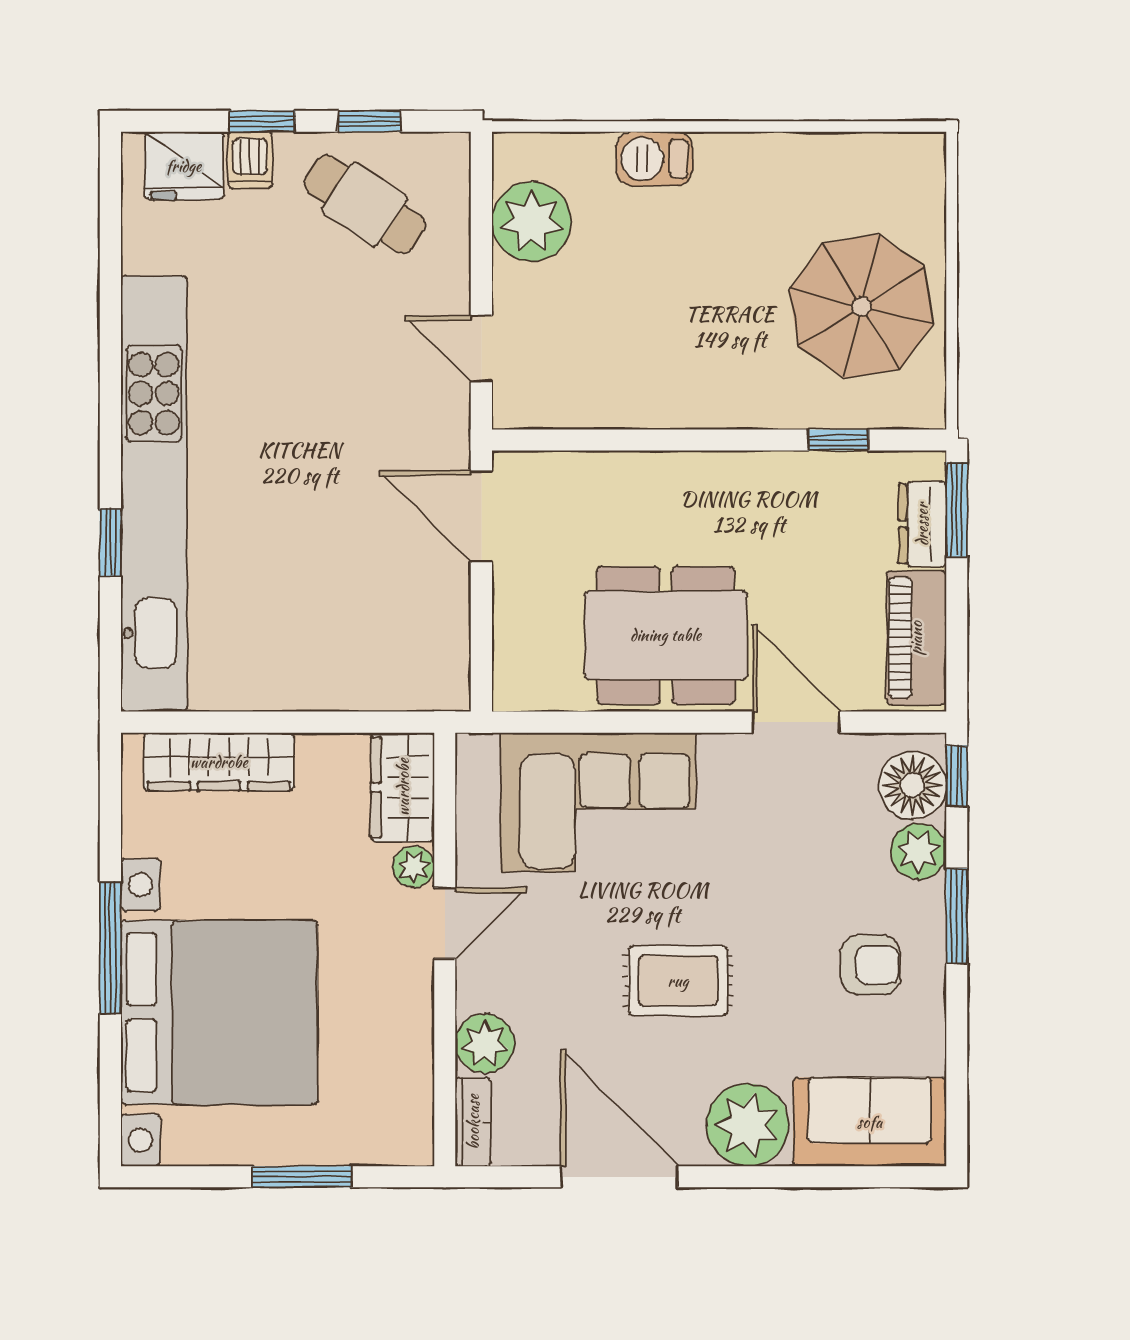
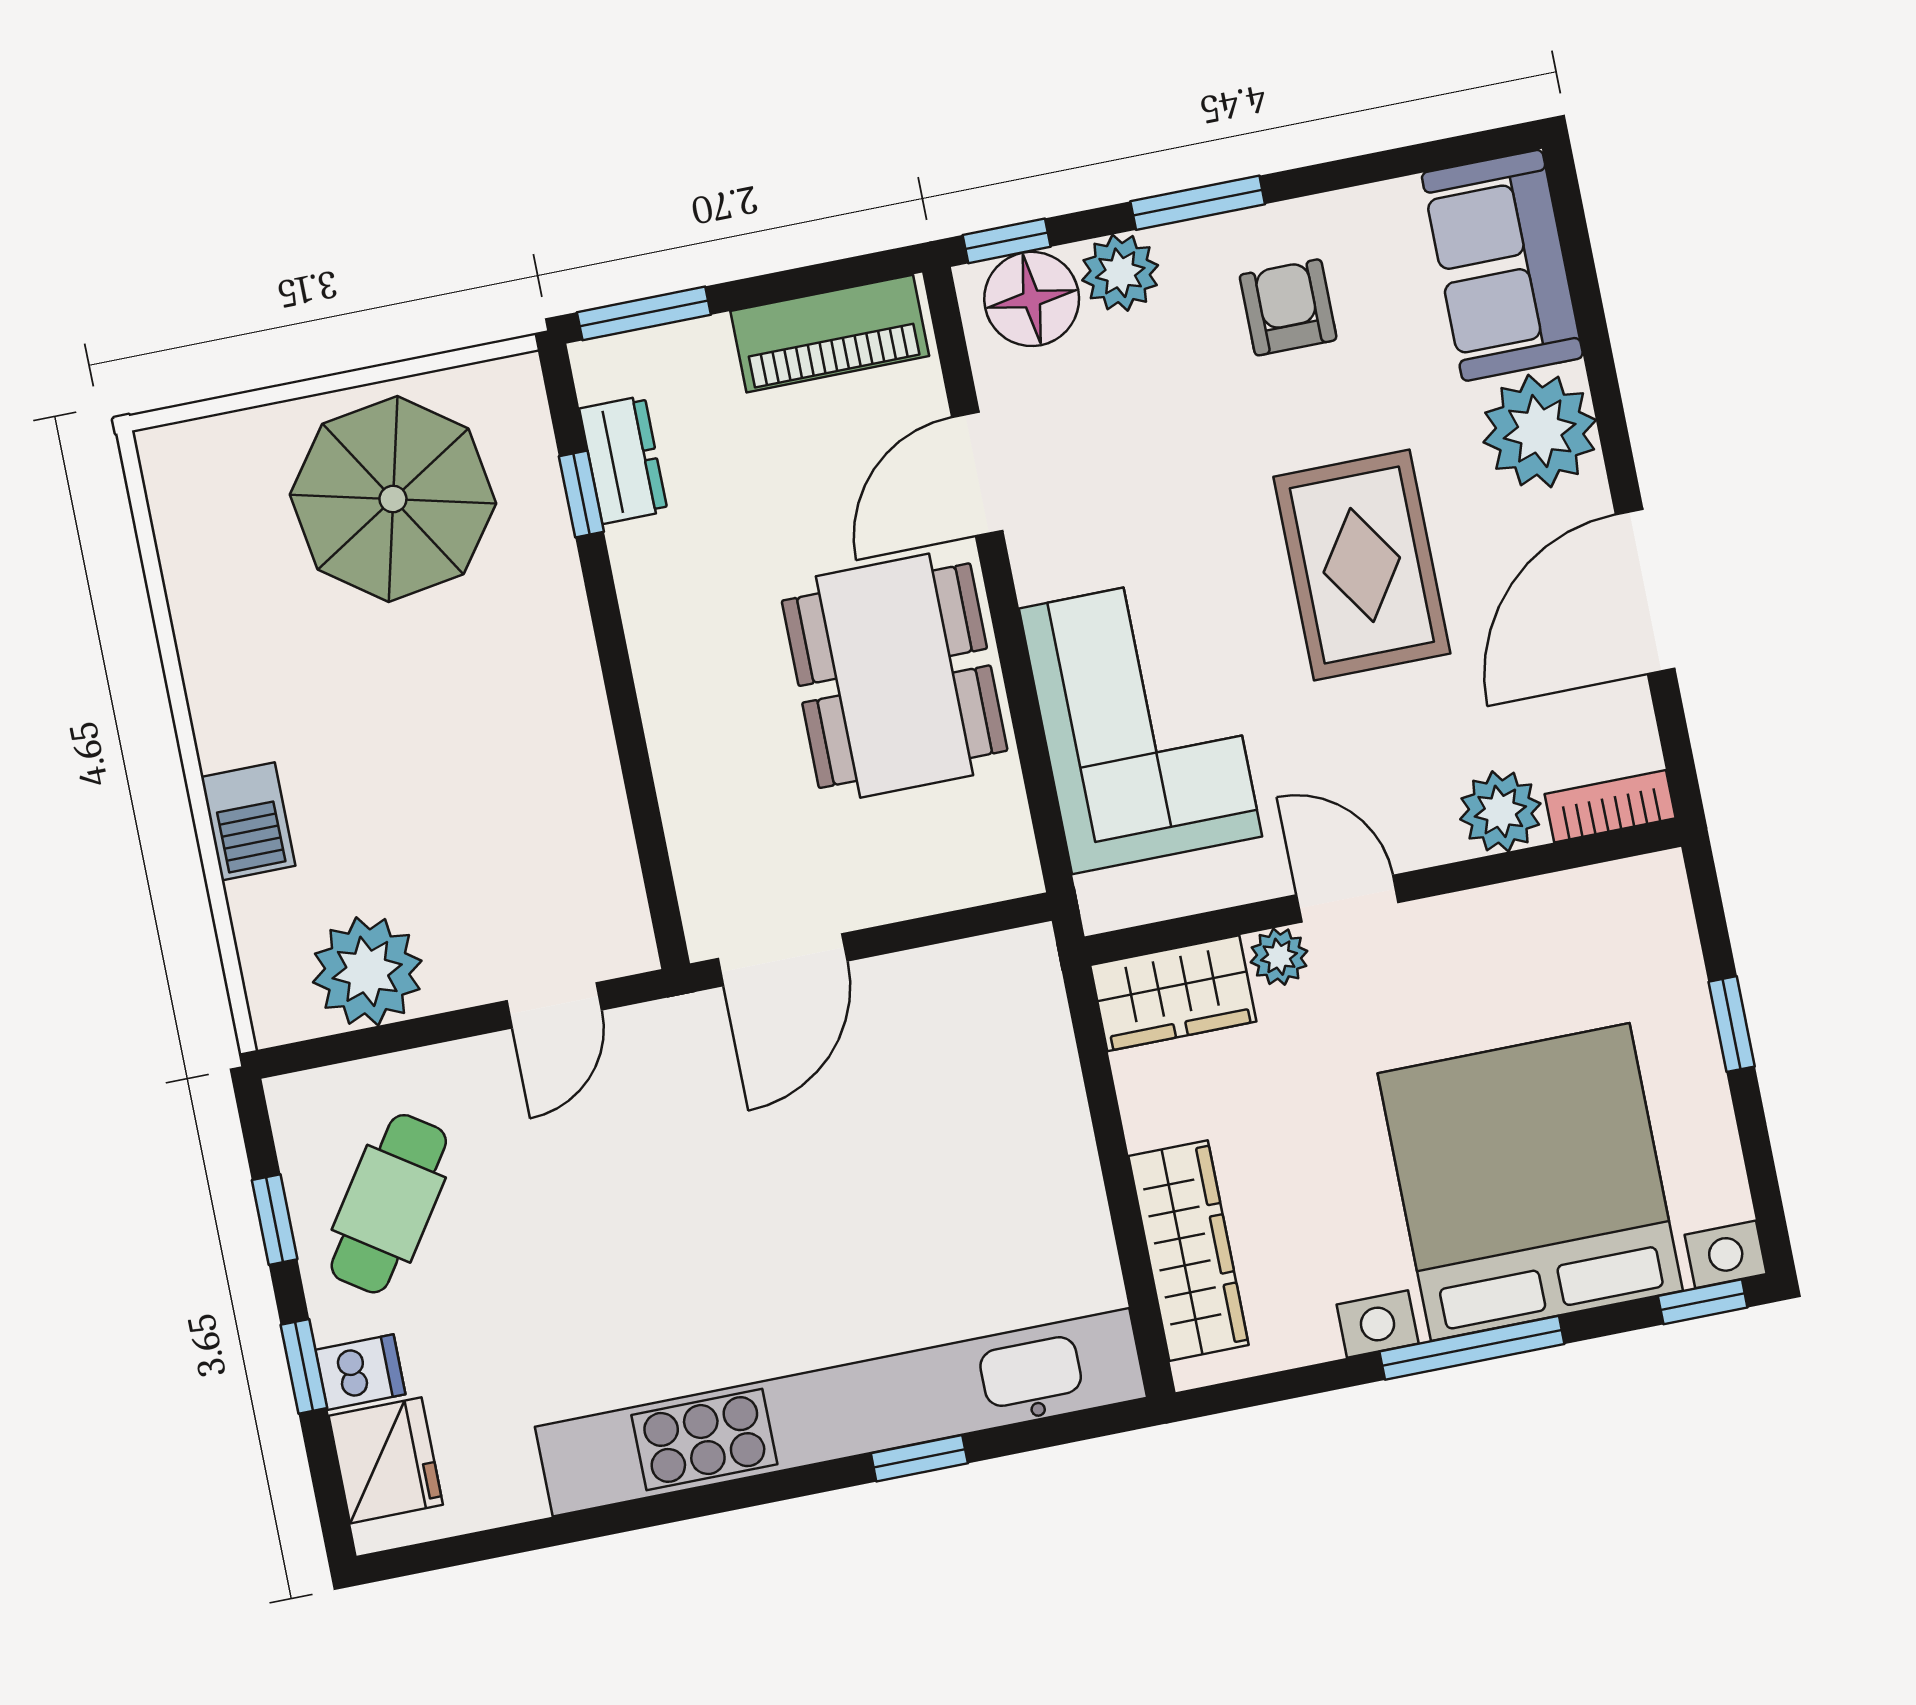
dresser: (922, 524) -> (623, 460), moved, turned -90
rug: (678, 981) -> (1362, 565), width x1.36, depth x1.43
window: (110, 1117) -> (1703, 1302), added
window: (302, 1177) -> (1732, 1024), width x0.67

